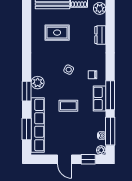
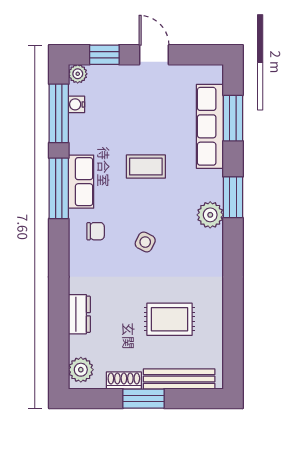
row of seats: (38, 125) -> (210, 126), width x0.73

